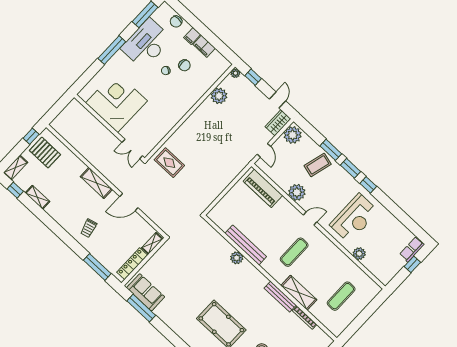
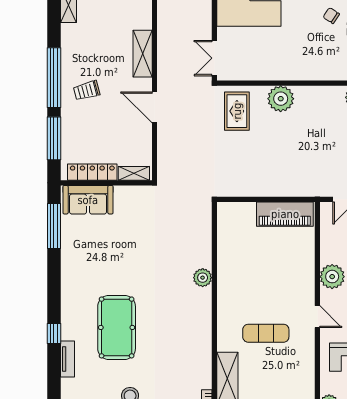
plant: (184, 135) -> (281, 99), added
piano: (263, 188) -> (285, 214), moved, turned -90
window: (67, 239) -> (54, 78), added
bench: (246, 245) -> (225, 274), removed
sofa: (146, 292) -> (88, 200), moved, turned 90
bench: (280, 297) -> (205, 363), removed

